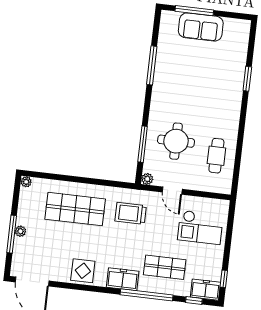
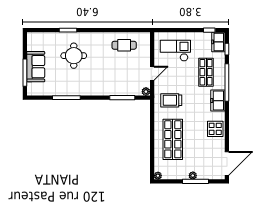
round table: (176, 141) -> (74, 56), moved
trolley: (131, 213) -> (171, 100), turned 90
checkout: (200, 227) -> (175, 51), turned -90

